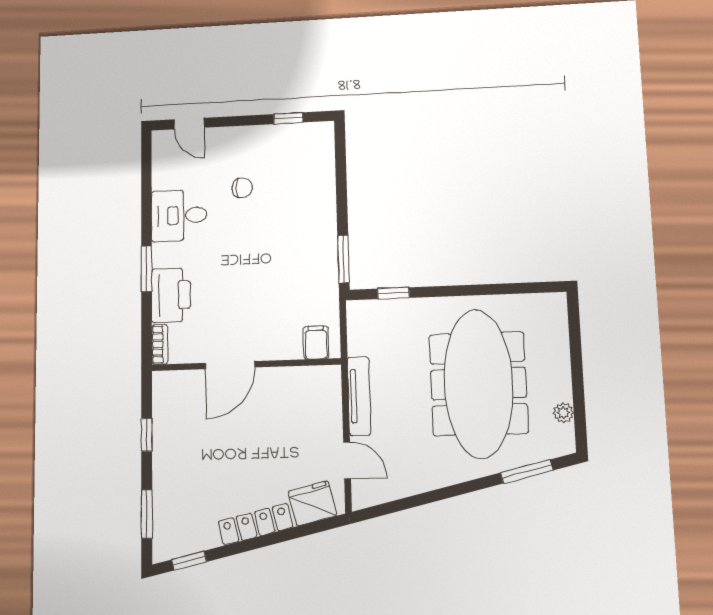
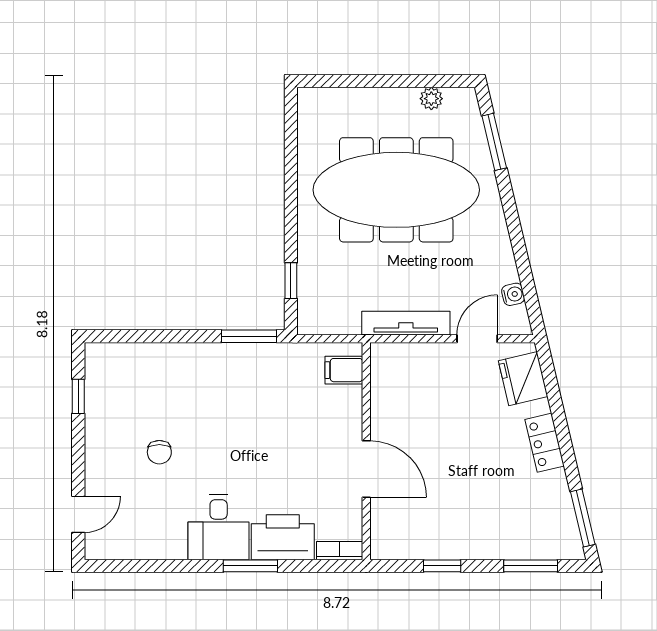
chair: (242, 188) -> (159, 452), turned 180
desk: (179, 215) -> (219, 527), moved
water cooler: (388, 492) -> (513, 294), added
locker: (256, 524) -> (545, 443), width x0.66
window: (189, 561) -> (583, 518), width x1.50

